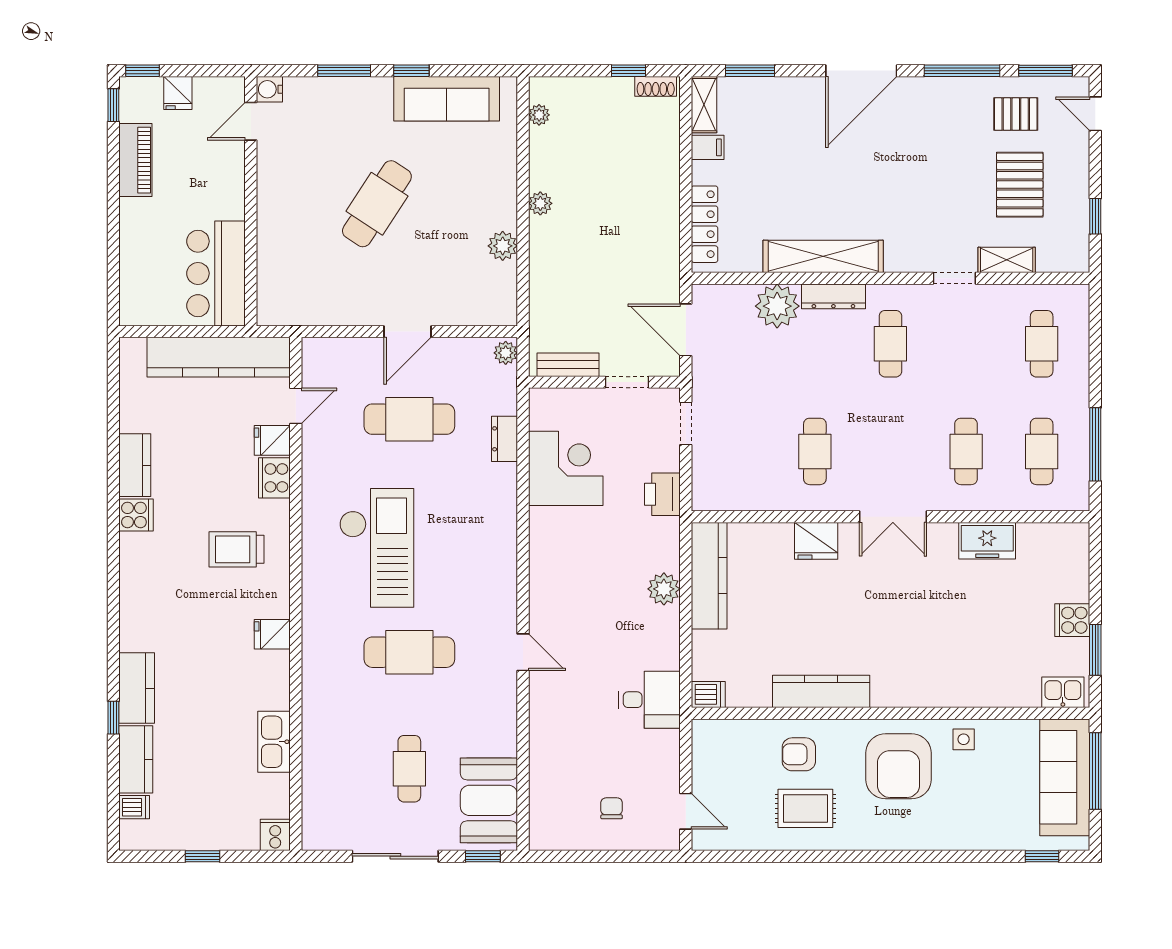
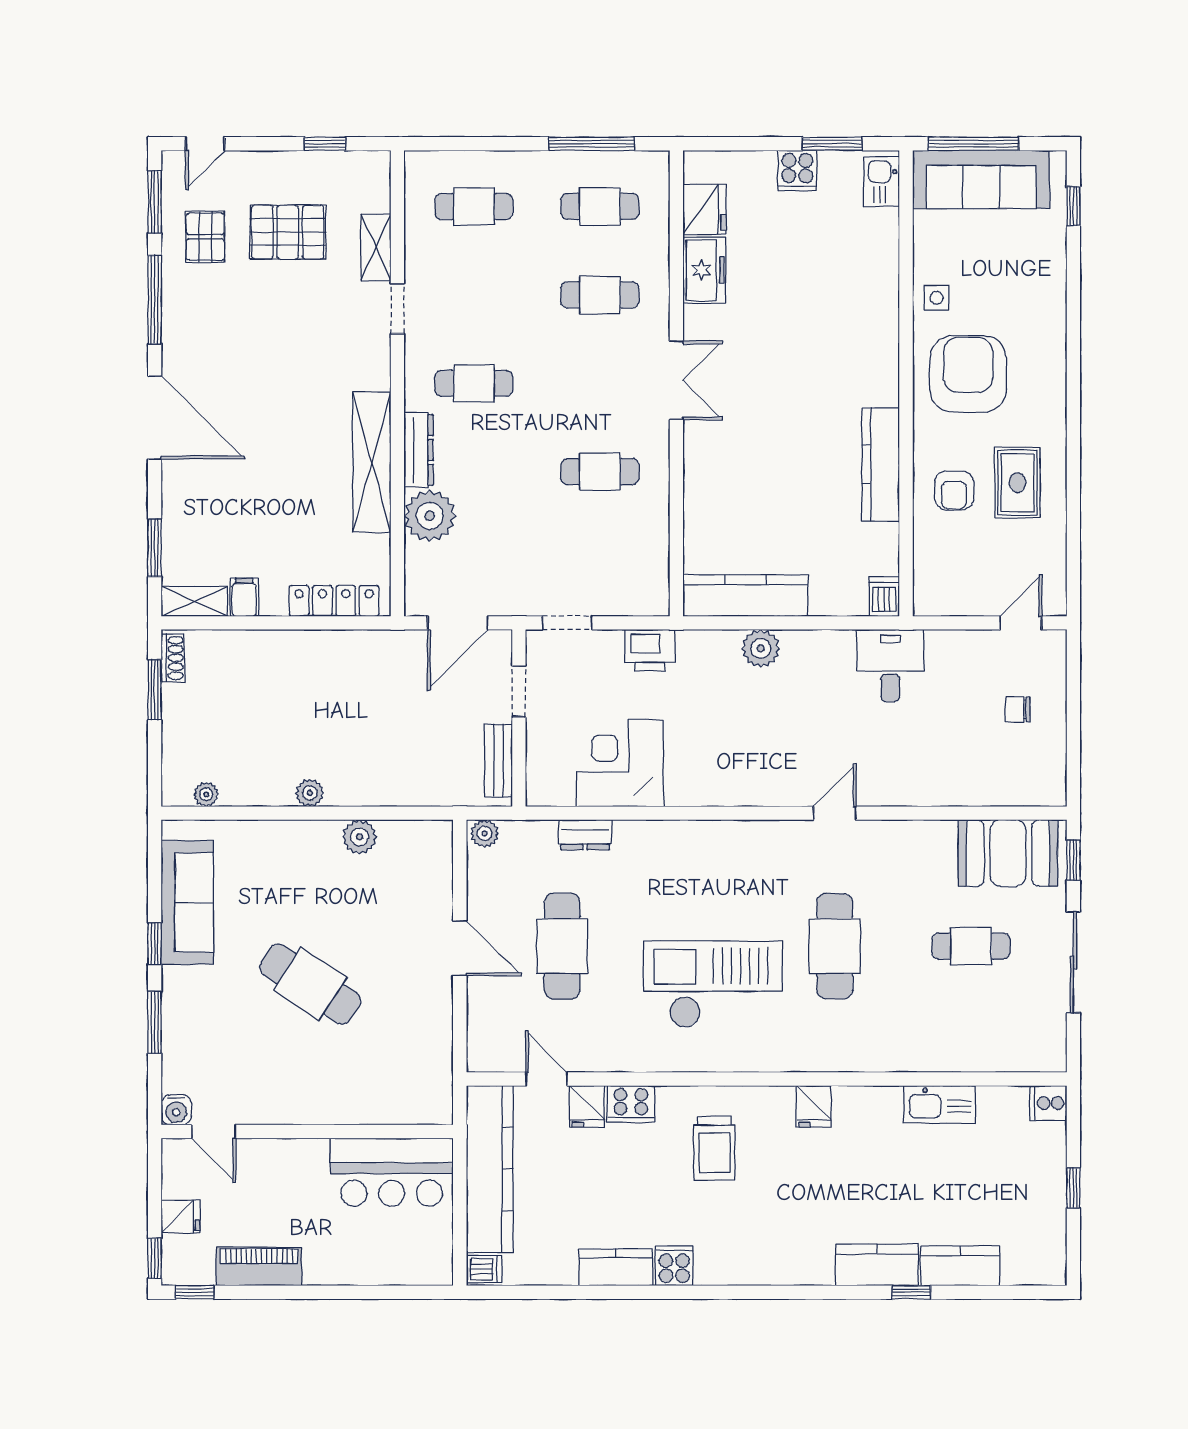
window: (628, 71) -> (155, 690), width x1.50
fridge: (816, 541) -> (704, 209), moved
armchair: (898, 766) -> (968, 374), turned -90
dishwasher: (134, 807) -> (484, 1269), moved, turned 90

